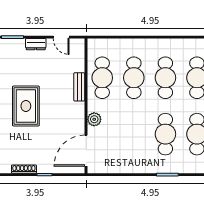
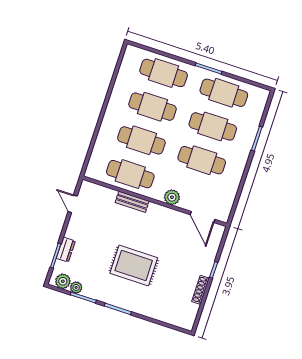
door: (61, 37) -> (73, 204), swing flipped
dresser: (36, 44) -> (66, 250), moved
cafe table: (134, 134) -> (202, 160), added
door: (86, 151) -> (202, 217), width x0.73

